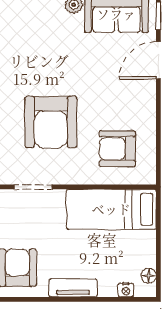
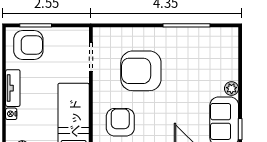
nightstand: (126, 290) -> (11, 114), moved

